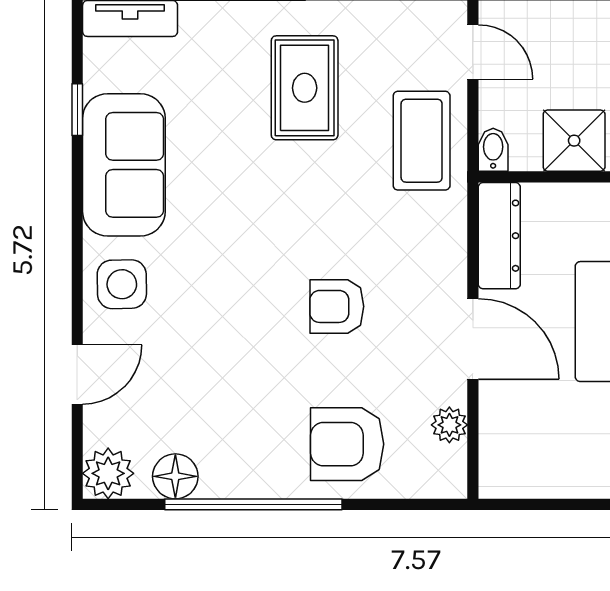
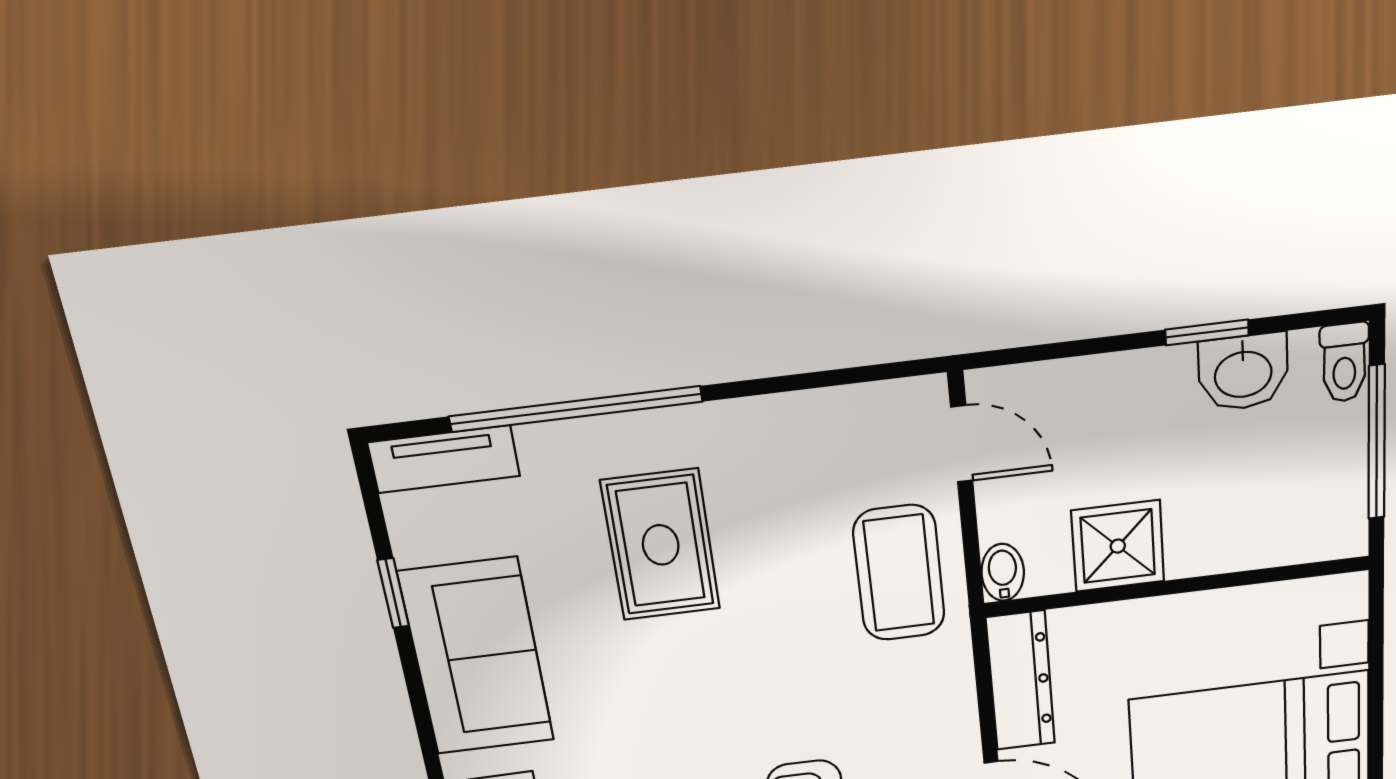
rug: (305, 88) -> (661, 545), moved

